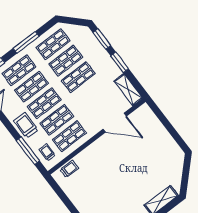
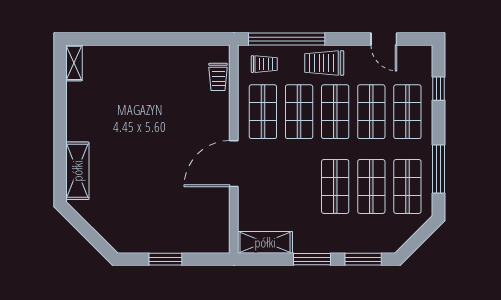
window: (26, 42) -> (438, 169), moved
door: (115, 123) -> (234, 164), moved
trolley: (26, 125) -> (324, 63), turned 180
window: (171, 129) -> (165, 259), added
window: (28, 151) -> (287, 39), width x1.46

